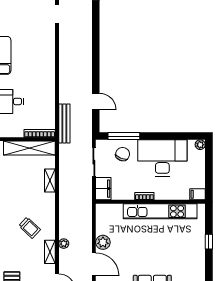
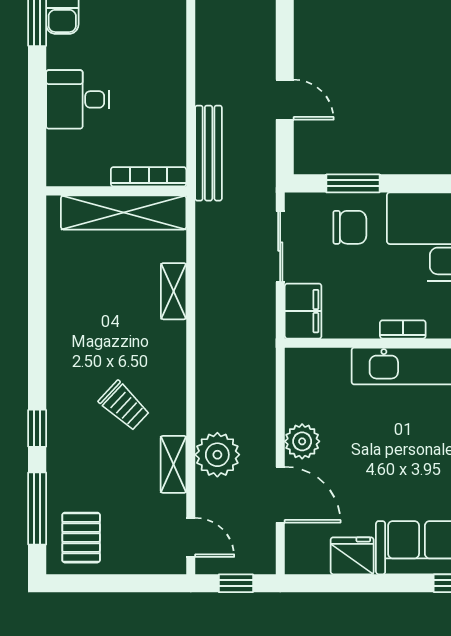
window: (124, 136) -> (353, 183), width x0.69
chair: (123, 154) -> (350, 227), turned 68
plant: (64, 244) -> (217, 455), width x1.88, depth x1.88

